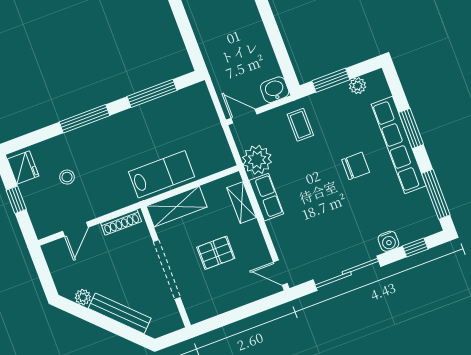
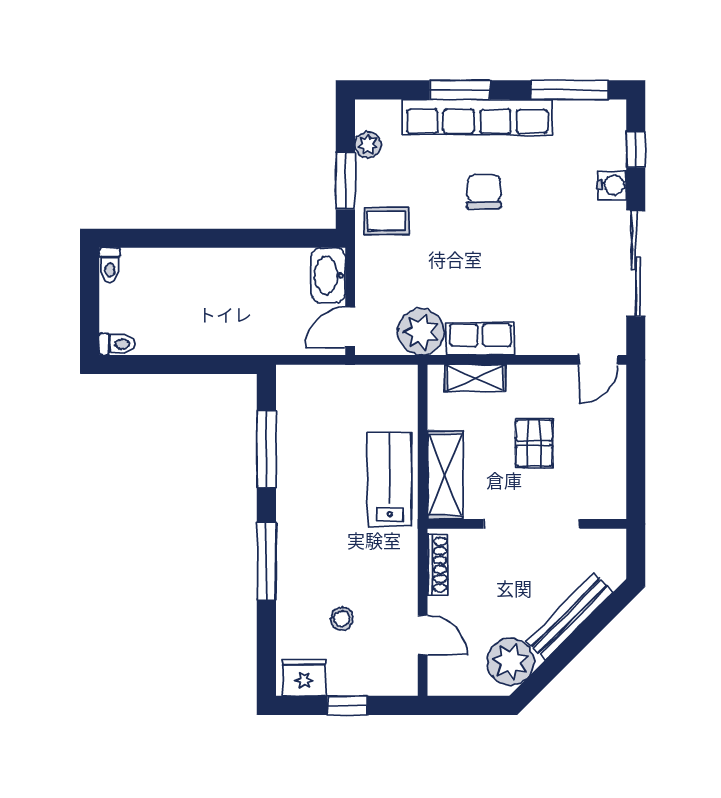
washbasin: (275, 90) -> (328, 276), width x1.38
coffee table: (300, 125) -> (387, 221), moved
plant: (83, 297) -> (511, 662), width x1.88, depth x1.88

